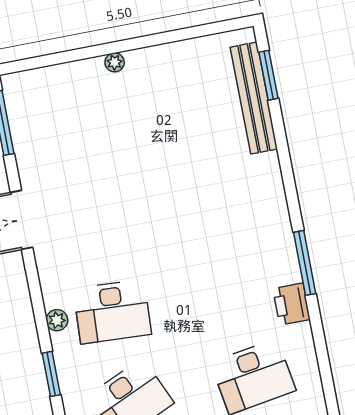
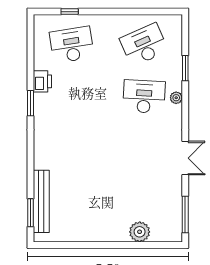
plant: (115, 62) -> (140, 232), moved, width x1.88, depth x1.88
window: (305, 263) -> (31, 103), width x0.69

